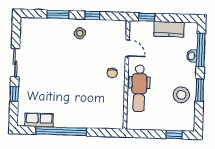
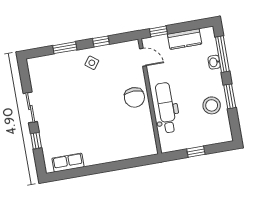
door: (127, 48) -> (143, 57), moved
chair: (112, 73) -> (134, 97), width x1.87, depth x1.87
dental chair: (139, 88) -> (166, 108), turned 180
window: (61, 131) -> (93, 170), removed
window: (174, 135) -> (196, 152), moved

